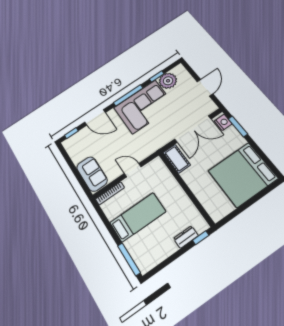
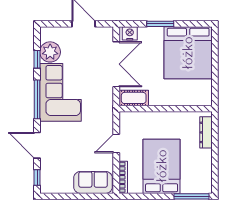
door: (95, 117) -> (37, 145), swing flipped
window: (238, 126) -> (160, 24), moved
bed: (138, 217) -> (162, 166), width x1.50
dresser: (186, 237) -> (206, 132), width x1.44
window: (201, 238) -> (215, 126), removed

